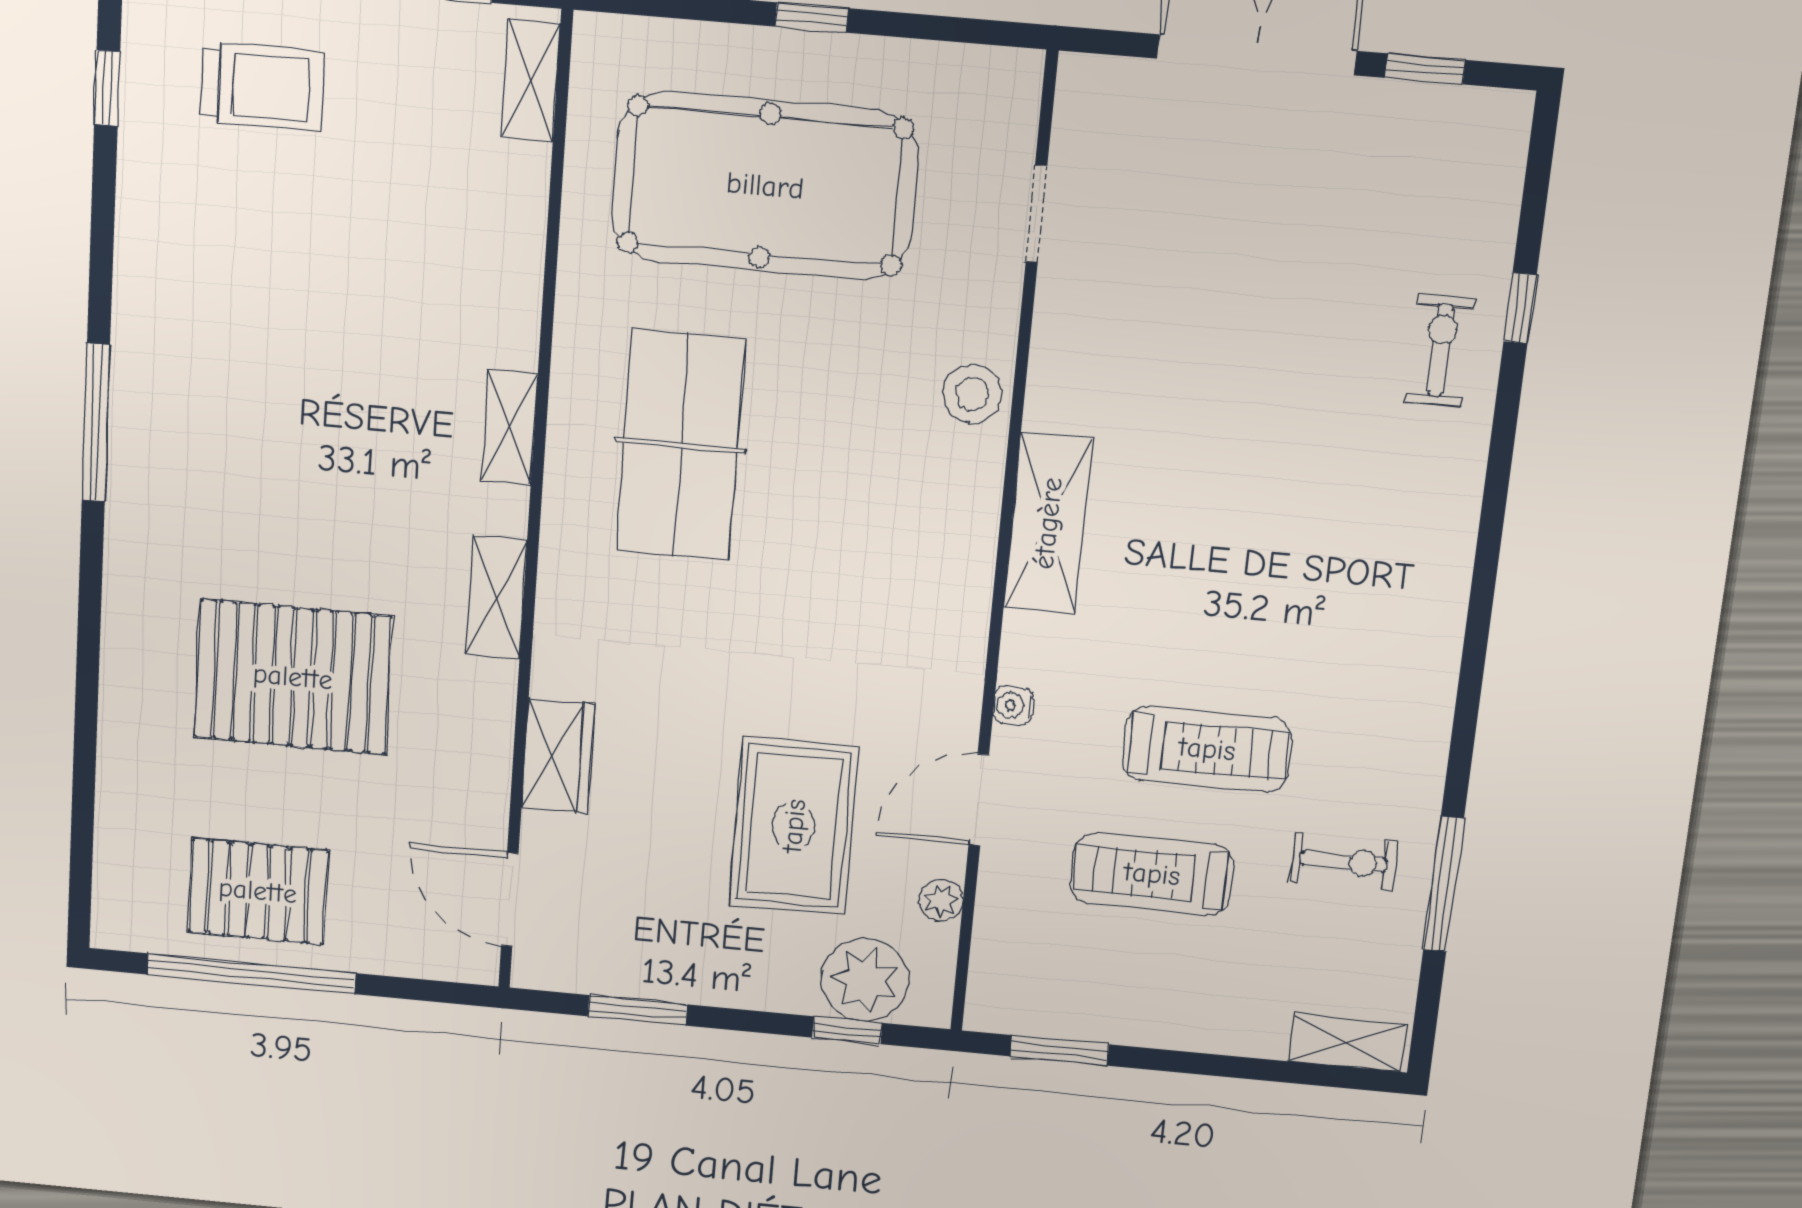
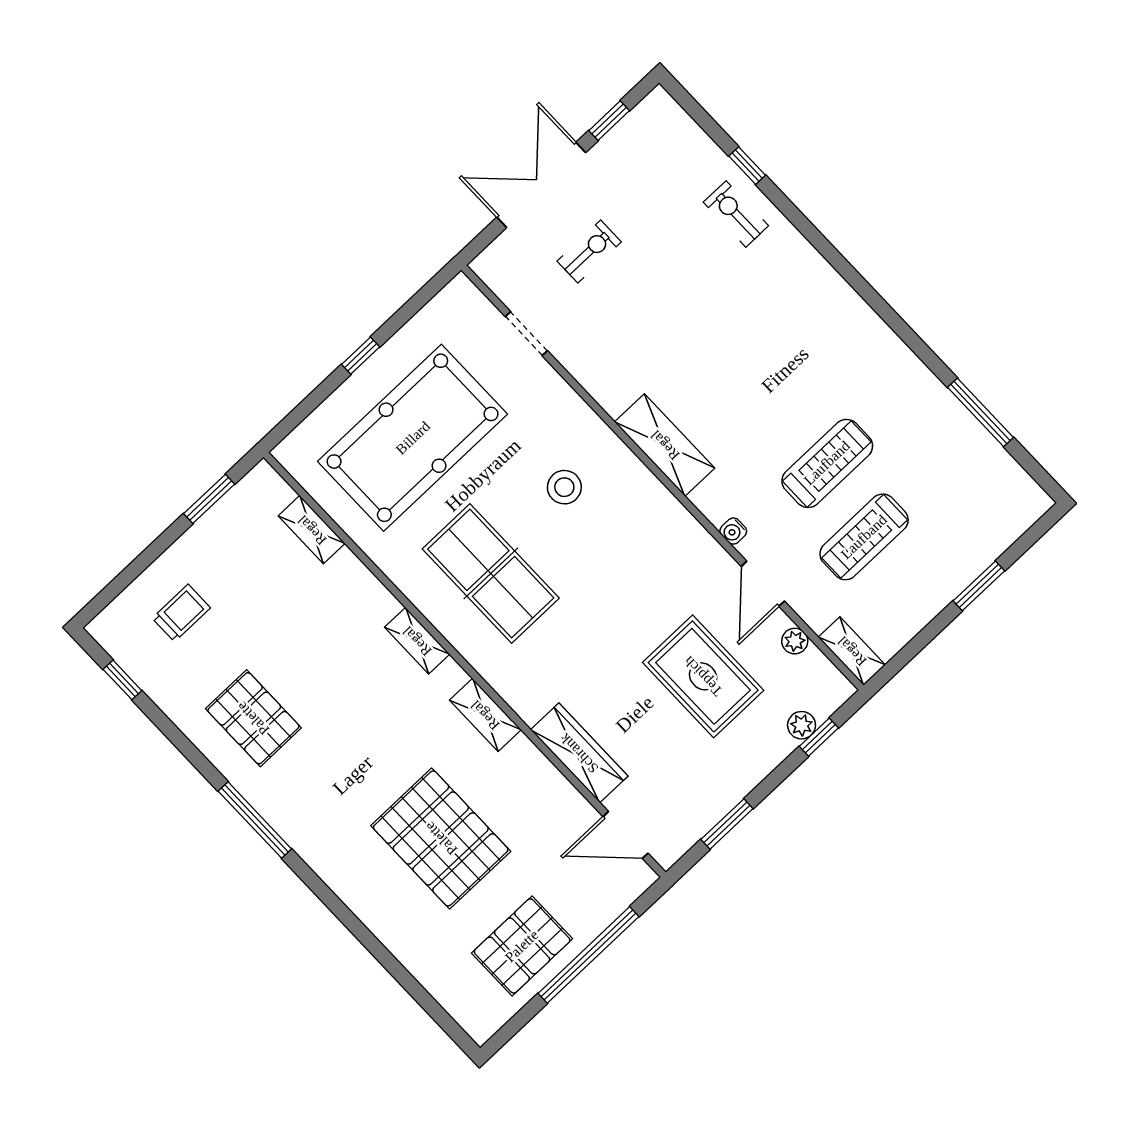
shelving: (531, 80) -> (312, 530), moved
trolley: (262, 87) -> (181, 613), width x0.73, depth x0.72
pallet: (218, 305) -> (253, 718), added
stool: (972, 394) -> (564, 487), moved
pallet: (293, 677) -> (441, 838), turned 90
wardrobe: (558, 756) -> (579, 753), width x1.50
exercise bike: (1343, 862) -> (589, 251), moved
window: (251, 974) -> (588, 955), moved
plant: (865, 980) -> (802, 725), width x0.53, depth x0.53
shelving: (1347, 1043) -> (852, 651), moved, turned 90
window: (1059, 1050) -> (979, 586), moved

